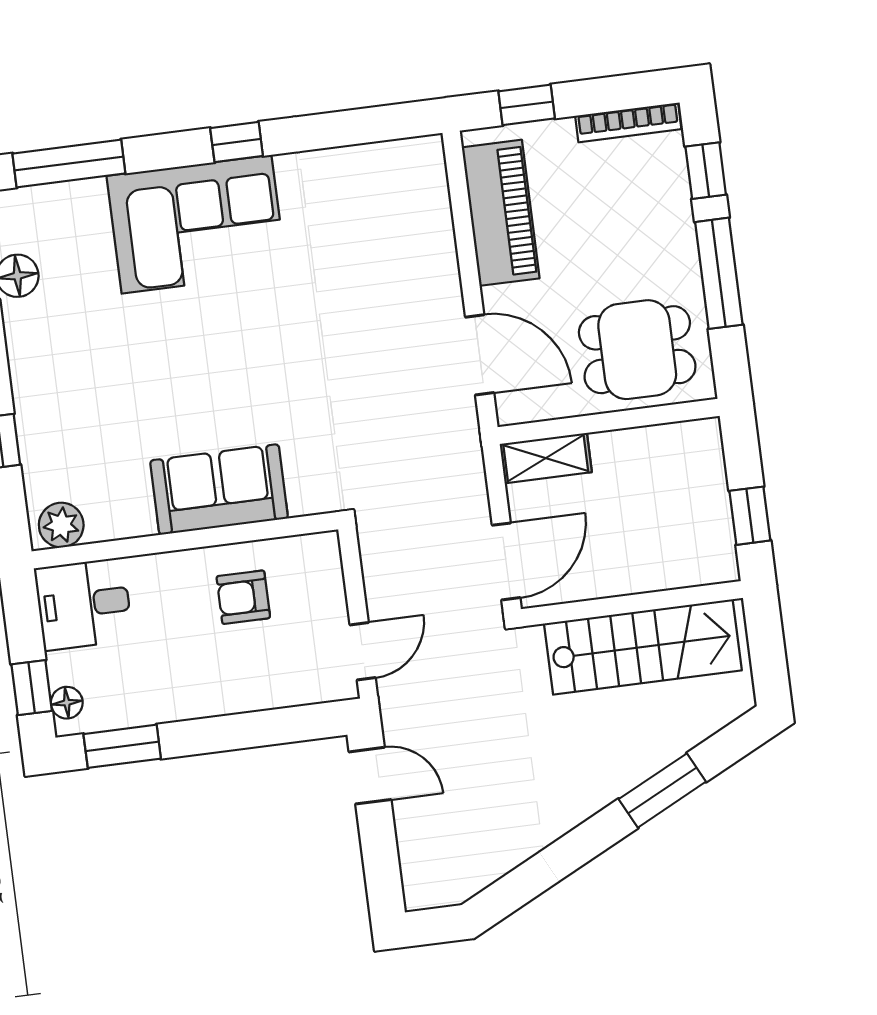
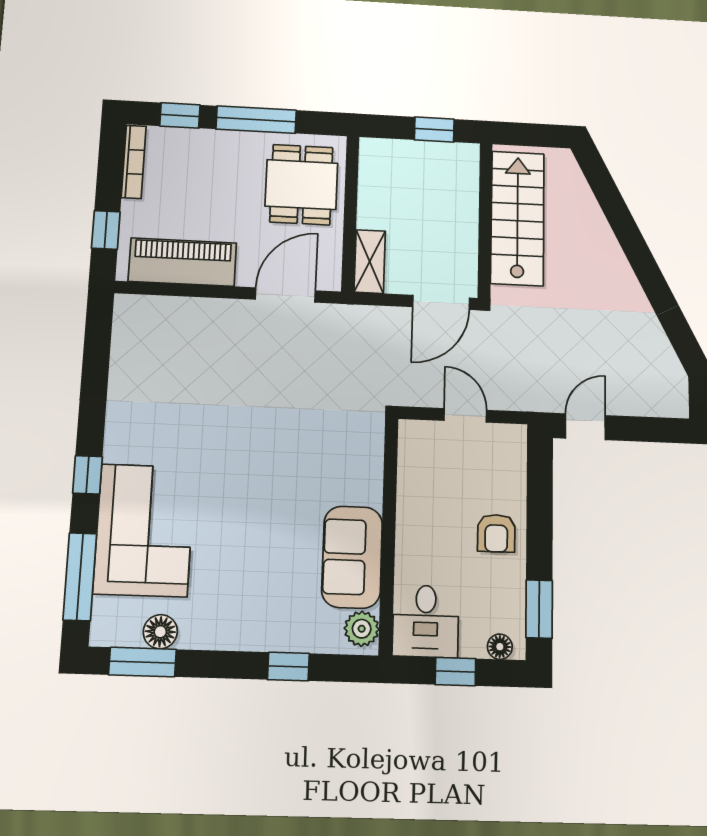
window: (237, 142) -> (87, 475), moved
corner sofa: (197, 224) -> (144, 530), moved
sofa: (219, 489) -> (352, 557), moved
door: (506, 561) -> (441, 302), swing flipped
armchair: (243, 597) -> (496, 533), moved
door: (363, 651) -> (465, 415), moved
window: (32, 688) -> (455, 672), moved
window: (662, 790) -> (622, 223), removed

